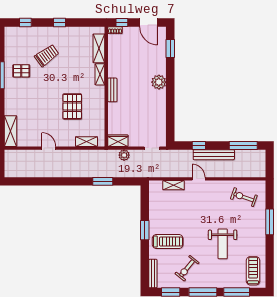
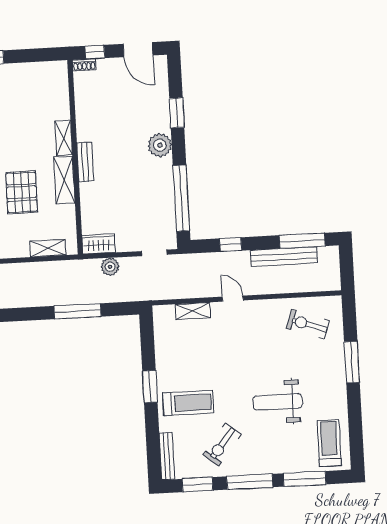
shelving: (99, 48) -> (64, 180), moved
window: (170, 48) -> (177, 113), moved
window: (170, 115) -> (181, 198), added
bench: (214, 155) -> (284, 257), moved
window: (103, 181) -> (78, 311), width x1.44
weight bench: (223, 244) -> (278, 402), turned 90

